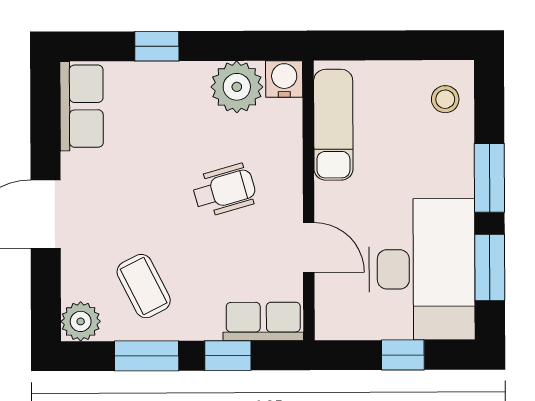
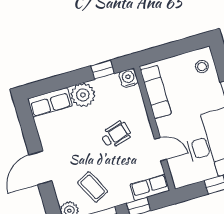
window: (157, 46) -> (102, 70), moved
plant: (237, 87) -> (83, 95), moved
row of seats: (82, 106) -> (50, 102), moved, turned 90

